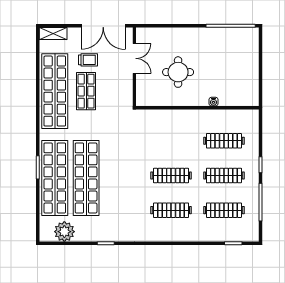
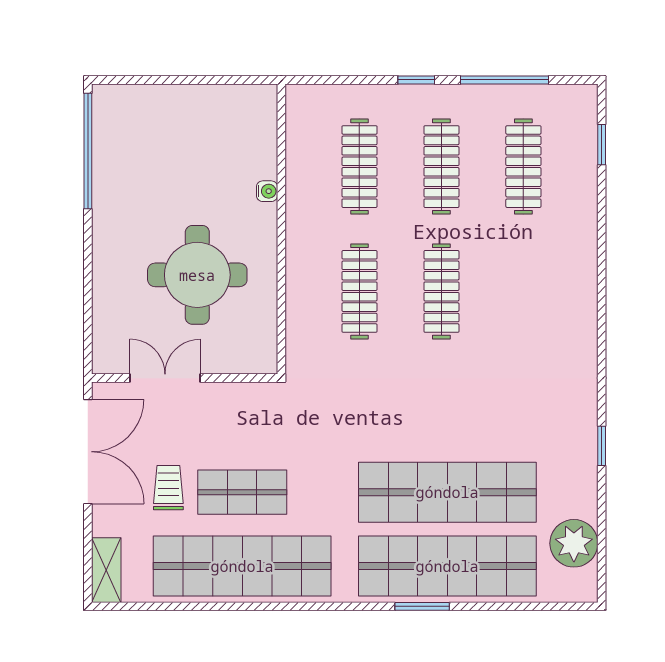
round table: (178, 72) -> (197, 275), width x1.36, depth x1.36
clothes rail: (171, 210) -> (359, 291), moved

